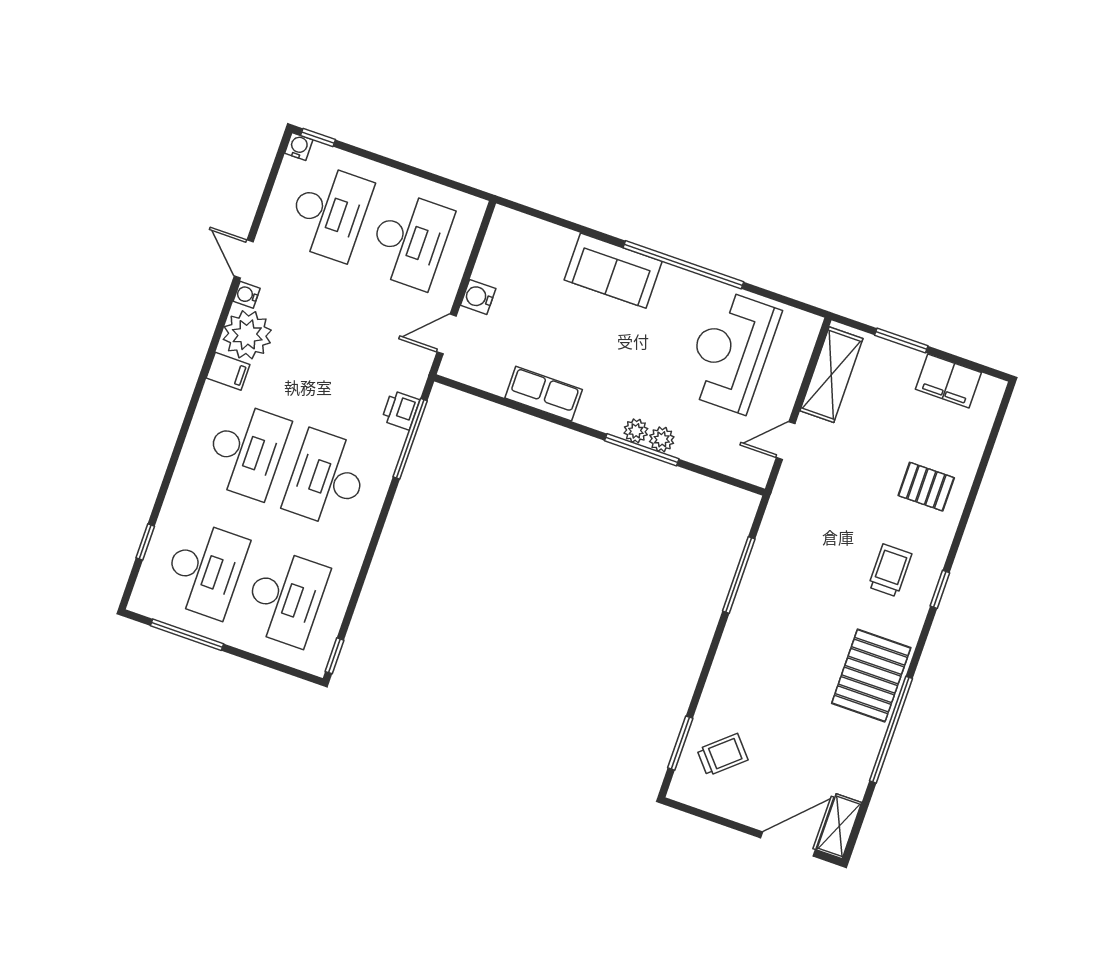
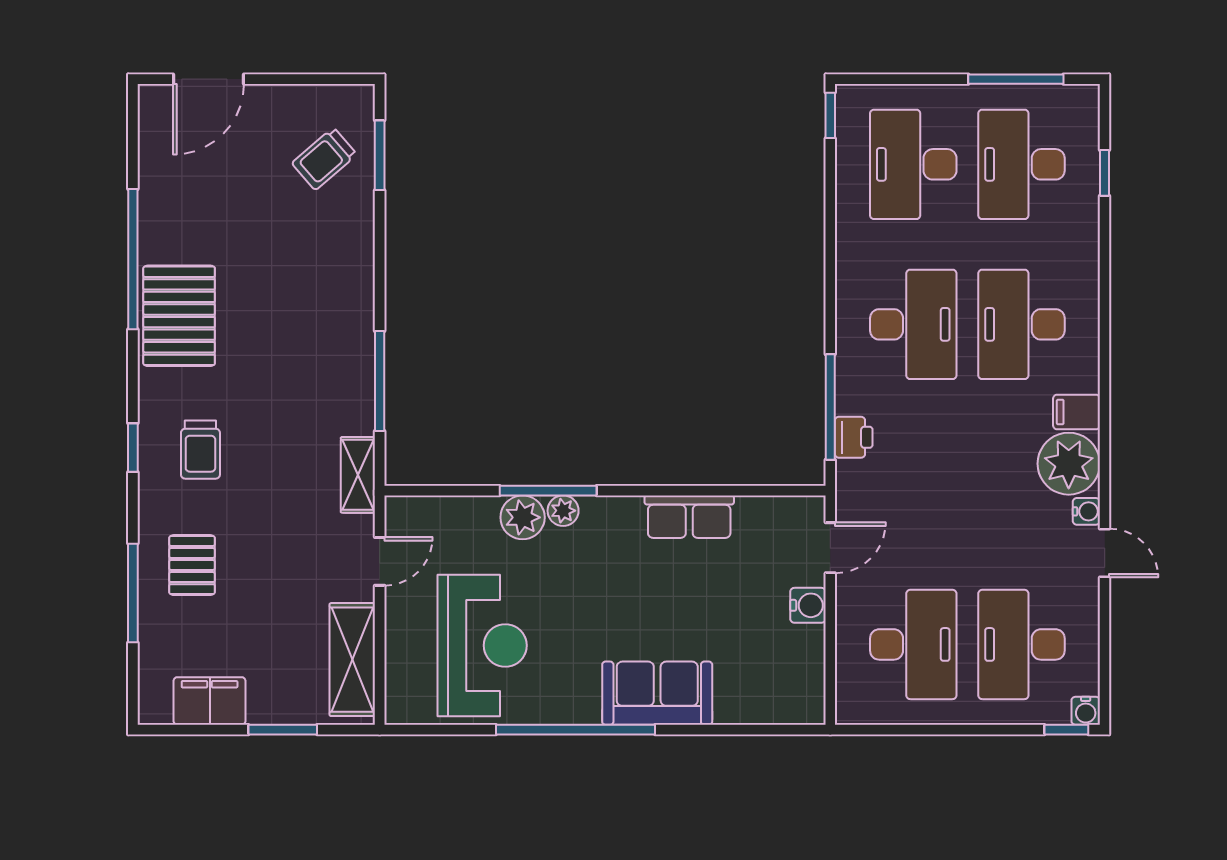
desk: (410, 241) -> (913, 644), turned 180
plant: (662, 439) -> (523, 517), width x1.38, depth x1.38
window: (978, 481) -> (133, 593), added
pallet: (926, 487) -> (192, 565), turned 90
shelving: (839, 826) -> (358, 475), moved

